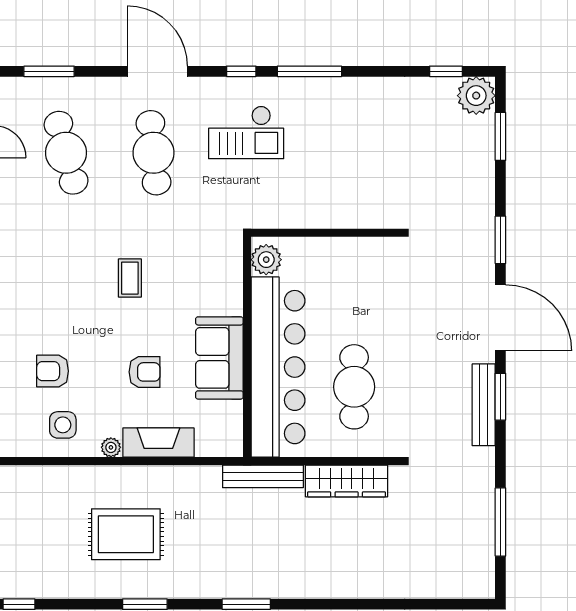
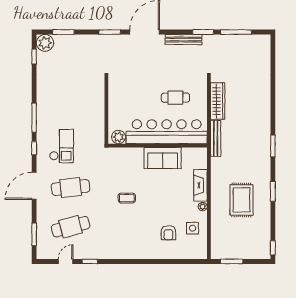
armchair: (144, 372) -> (169, 192), removed
cafe table: (354, 387) -> (175, 98), width x0.73, depth x0.74
window: (500, 397) -> (203, 32), moved

